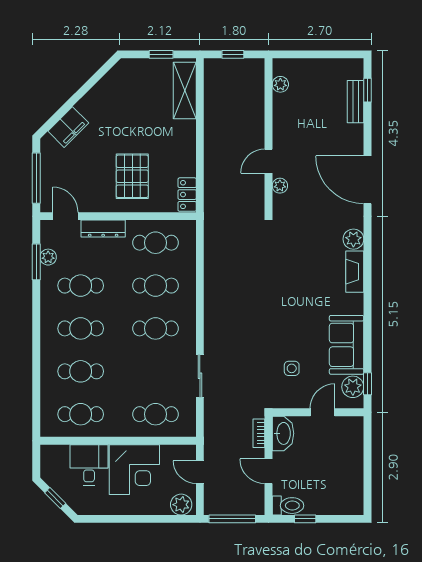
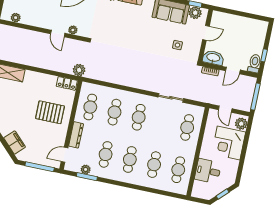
plant: (214, 211) -> (79, 70), added
door: (322, 412) -> (206, 33), swing flipped
corner desk: (134, 470) -> (229, 143), moved, turned 180
door: (200, 472) -> (225, 109), hinge flipped

